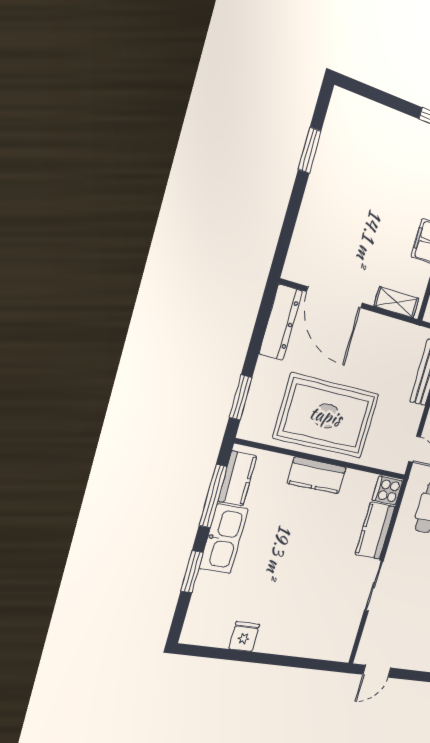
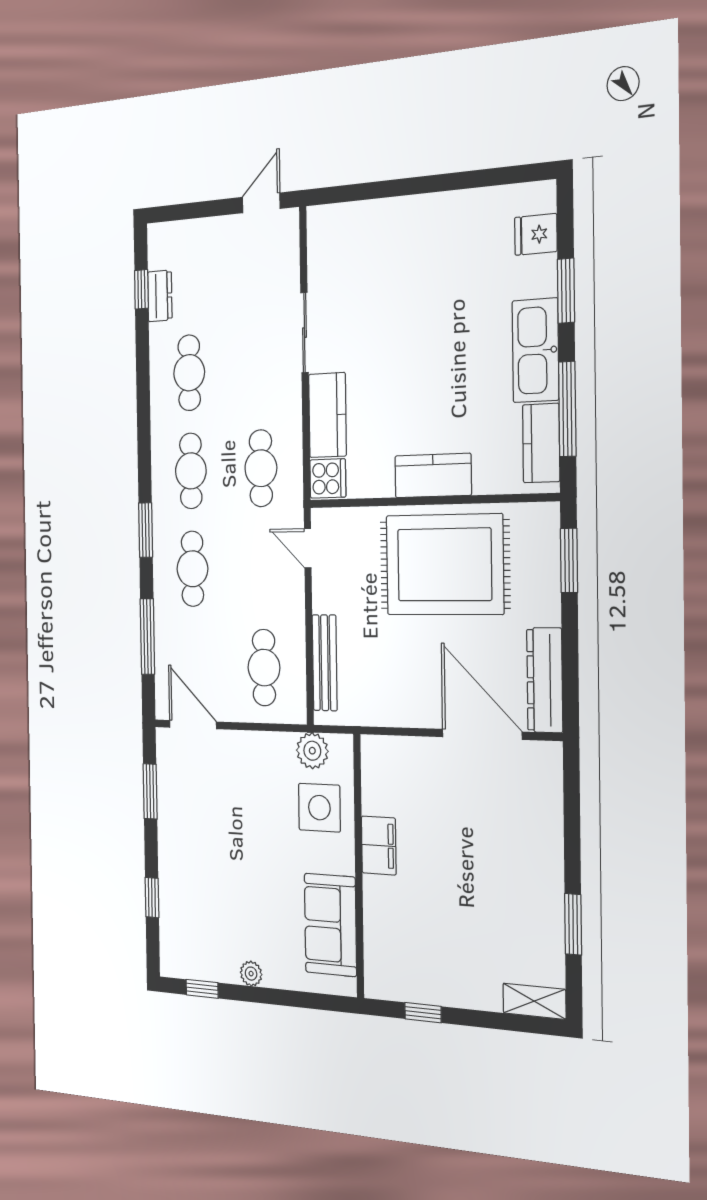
shelving: (397, 302) -> (534, 1001), moved
fridge: (244, 636) -> (536, 234), moved, turned 90

